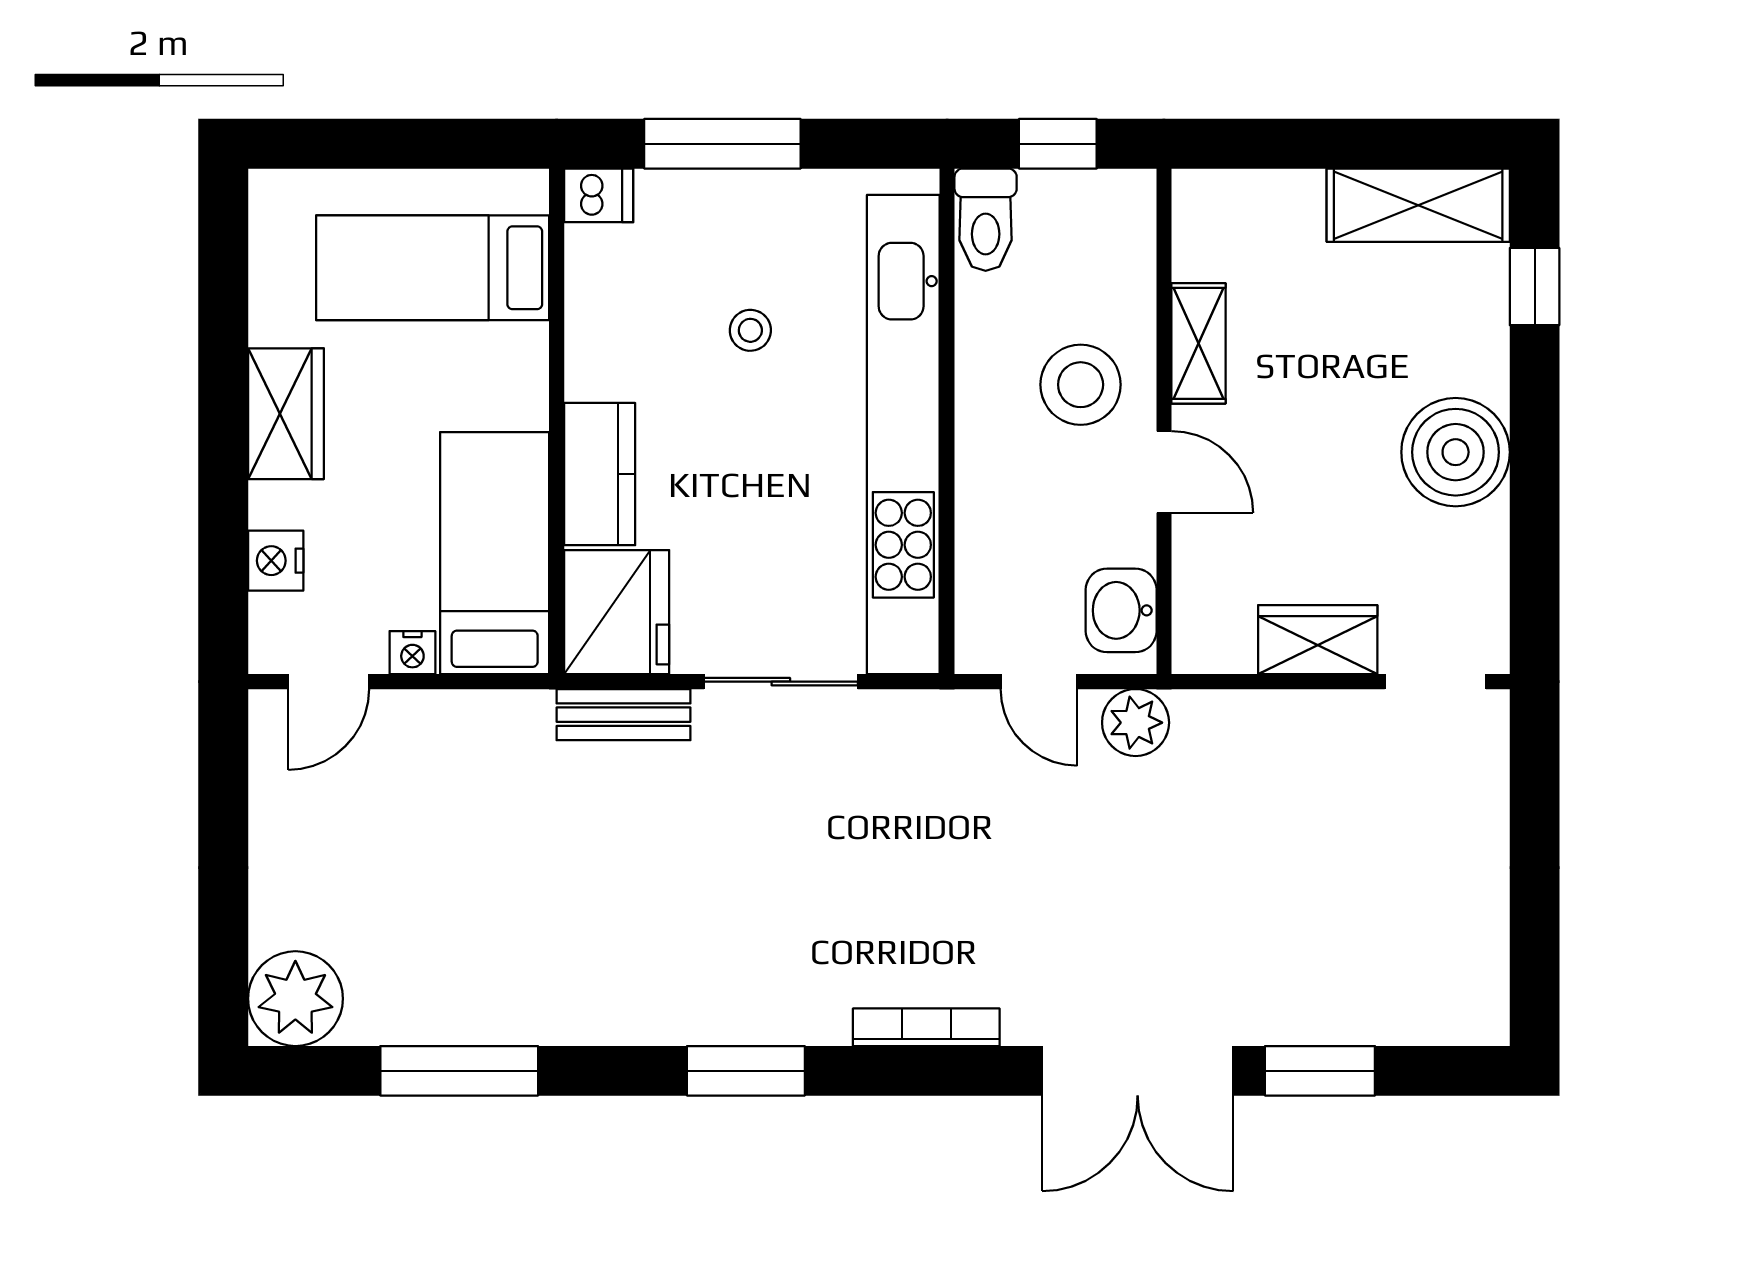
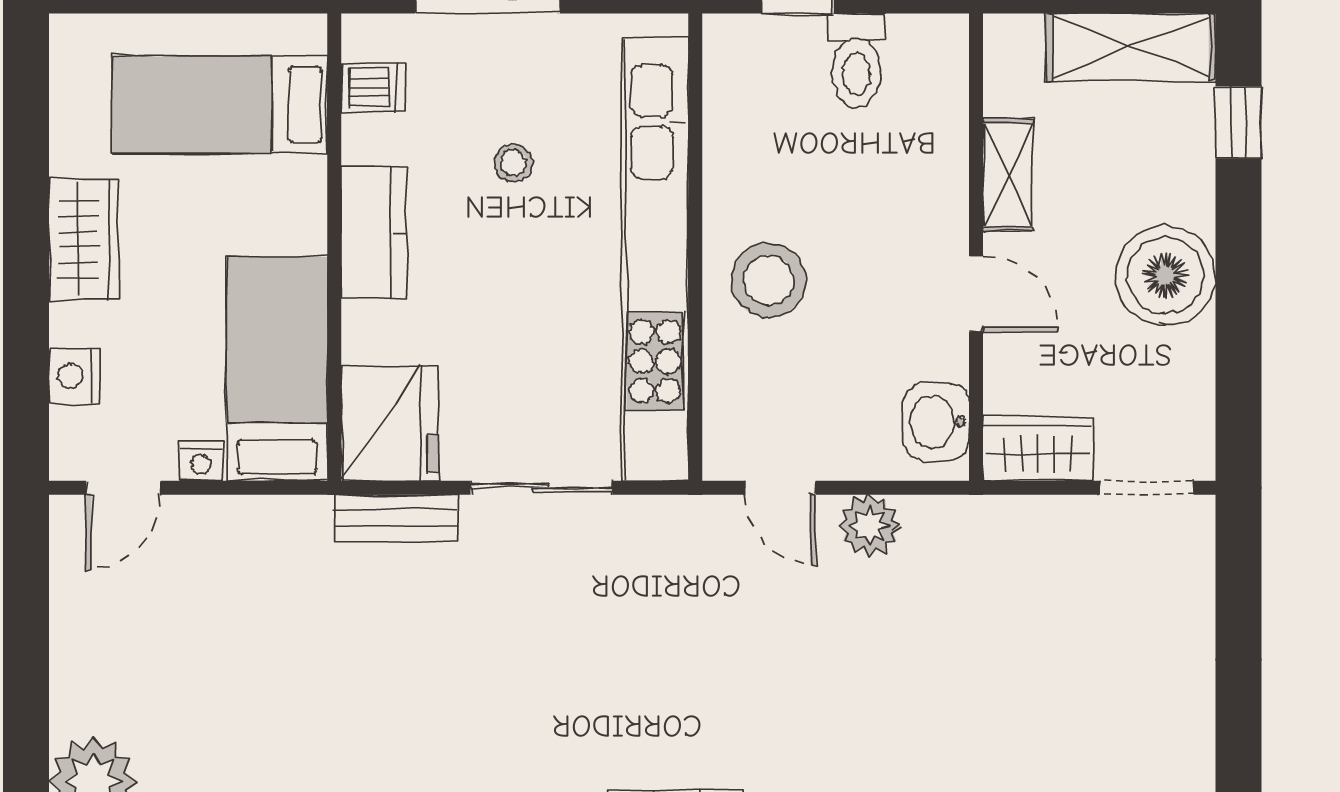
dishwasher: (599, 195) -> (373, 87), moved
toilet: (986, 220) -> (857, 61), moved
shelving: (1199, 343) -> (1008, 175), moved
stool: (1081, 385) -> (768, 280), moved
wall: (1164, 421) -> (976, 247), moved
door: (1164, 472) -> (976, 294), moved
kitchen counter: (600, 474) -> (374, 233), moved
washbasin: (1121, 610) -> (936, 422), moved

